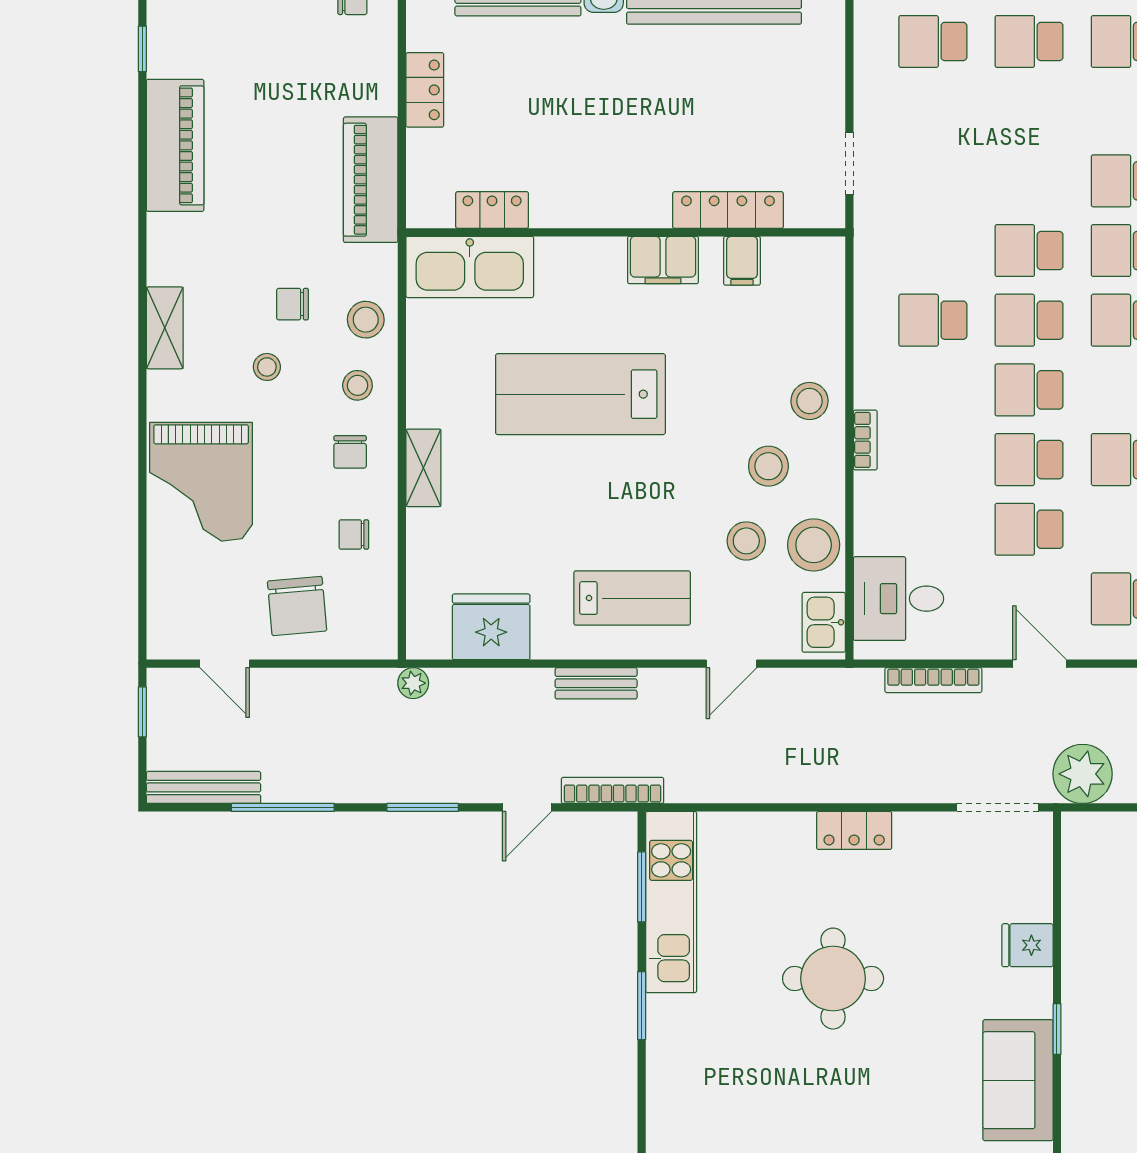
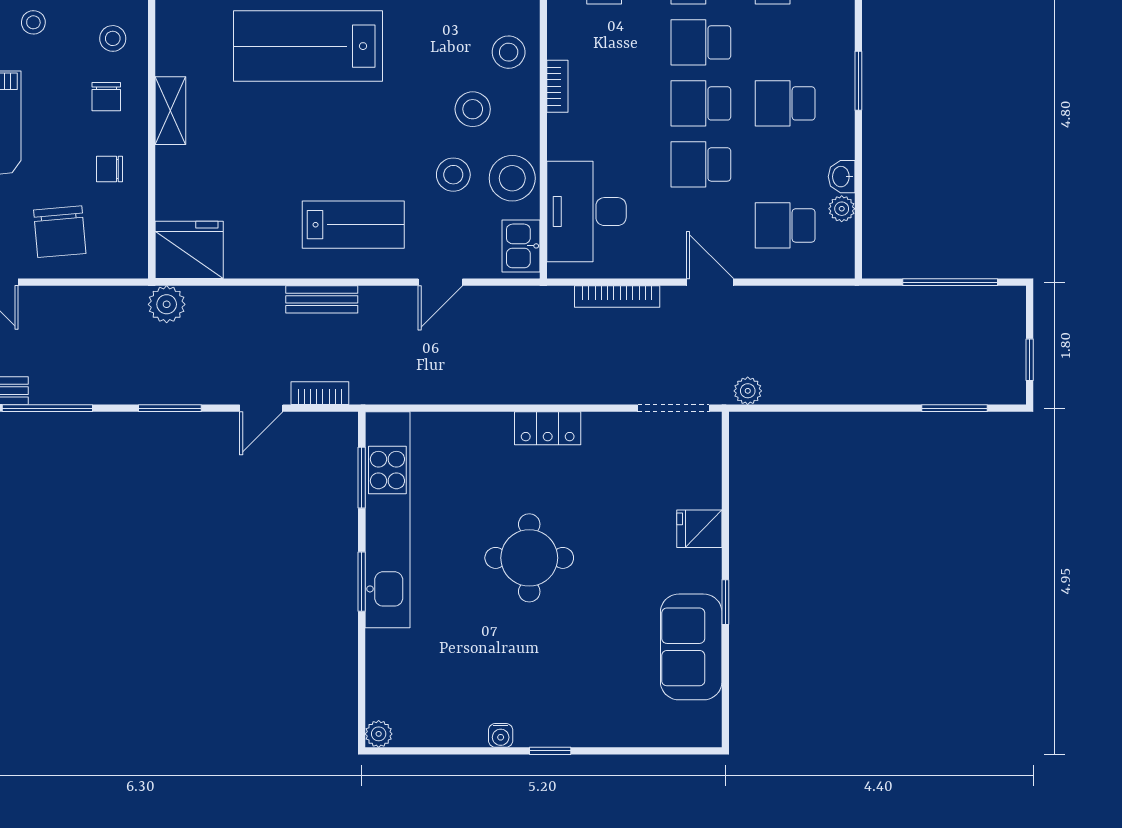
desk: (898, 599) -> (587, 212), width x1.37
fridge: (491, 627) -> (189, 250), moved
plant: (413, 683) -> (167, 304), width x1.38, depth x1.38
plant: (1083, 774) -> (748, 391), width x0.53, depth x0.53
bookcase: (612, 790) -> (320, 393), width x0.64
kitchen unit: (671, 902) -> (387, 520), width x1.36

